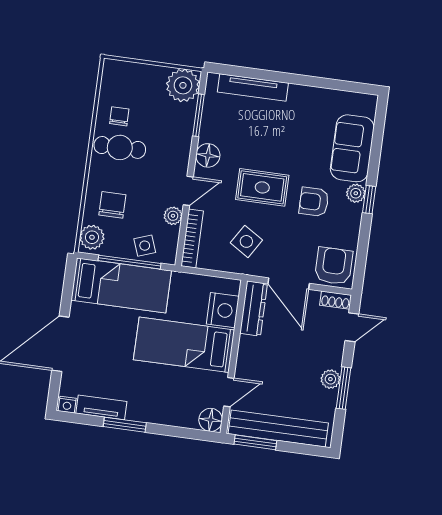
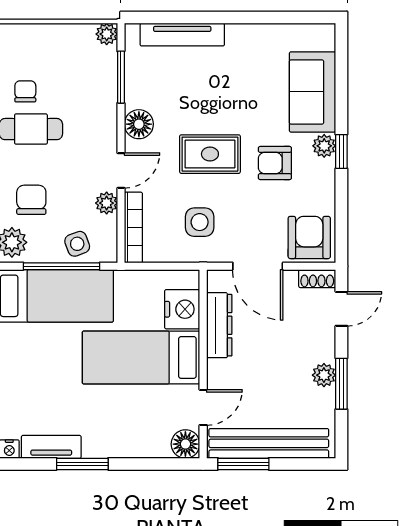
plant: (183, 85) -> (107, 34), width x0.53, depth x0.53
side table: (246, 241) -> (200, 222), turned -32
dresser: (254, 308) -> (219, 325), moved

